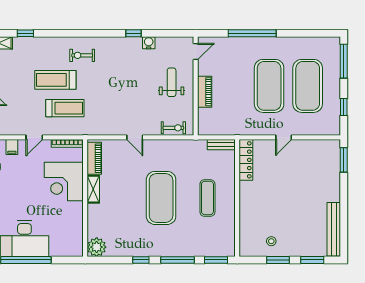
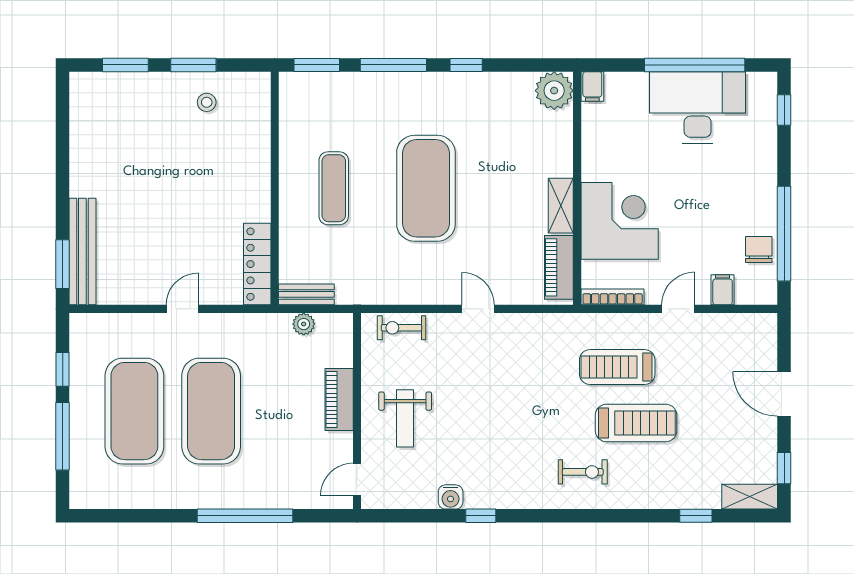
window: (344, 61) -> (63, 436), moved
plant: (223, 130) -> (304, 324), added
bench: (334, 229) -> (82, 252), moved
filing cabinet: (77, 249) -> (592, 86), added

